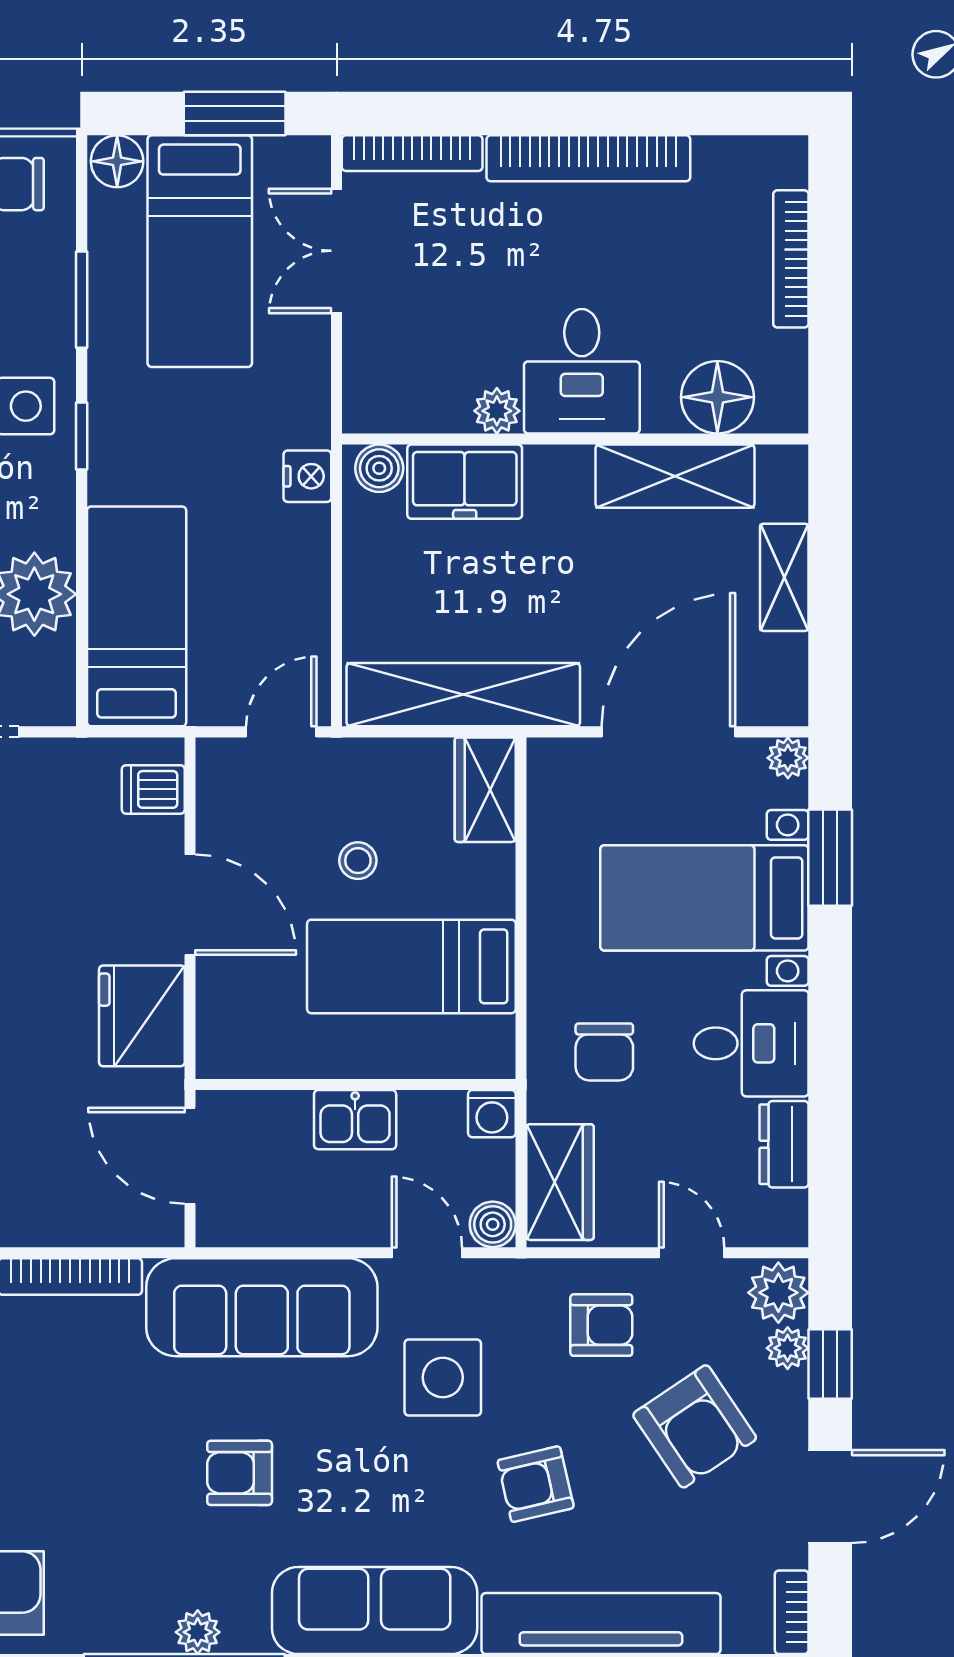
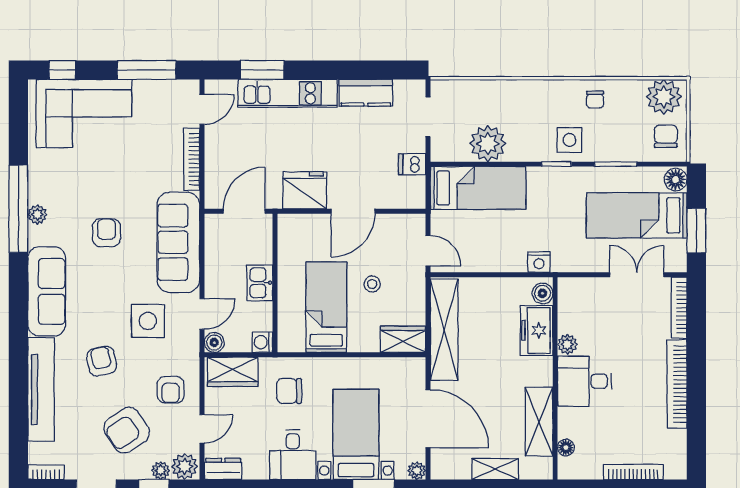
floor lamp: (717, 397) -> (566, 447), width x0.53, depth x0.53
dishwasher: (153, 789) -> (412, 164), moved, turned -90
dresser: (784, 1144) -> (223, 469), moved

